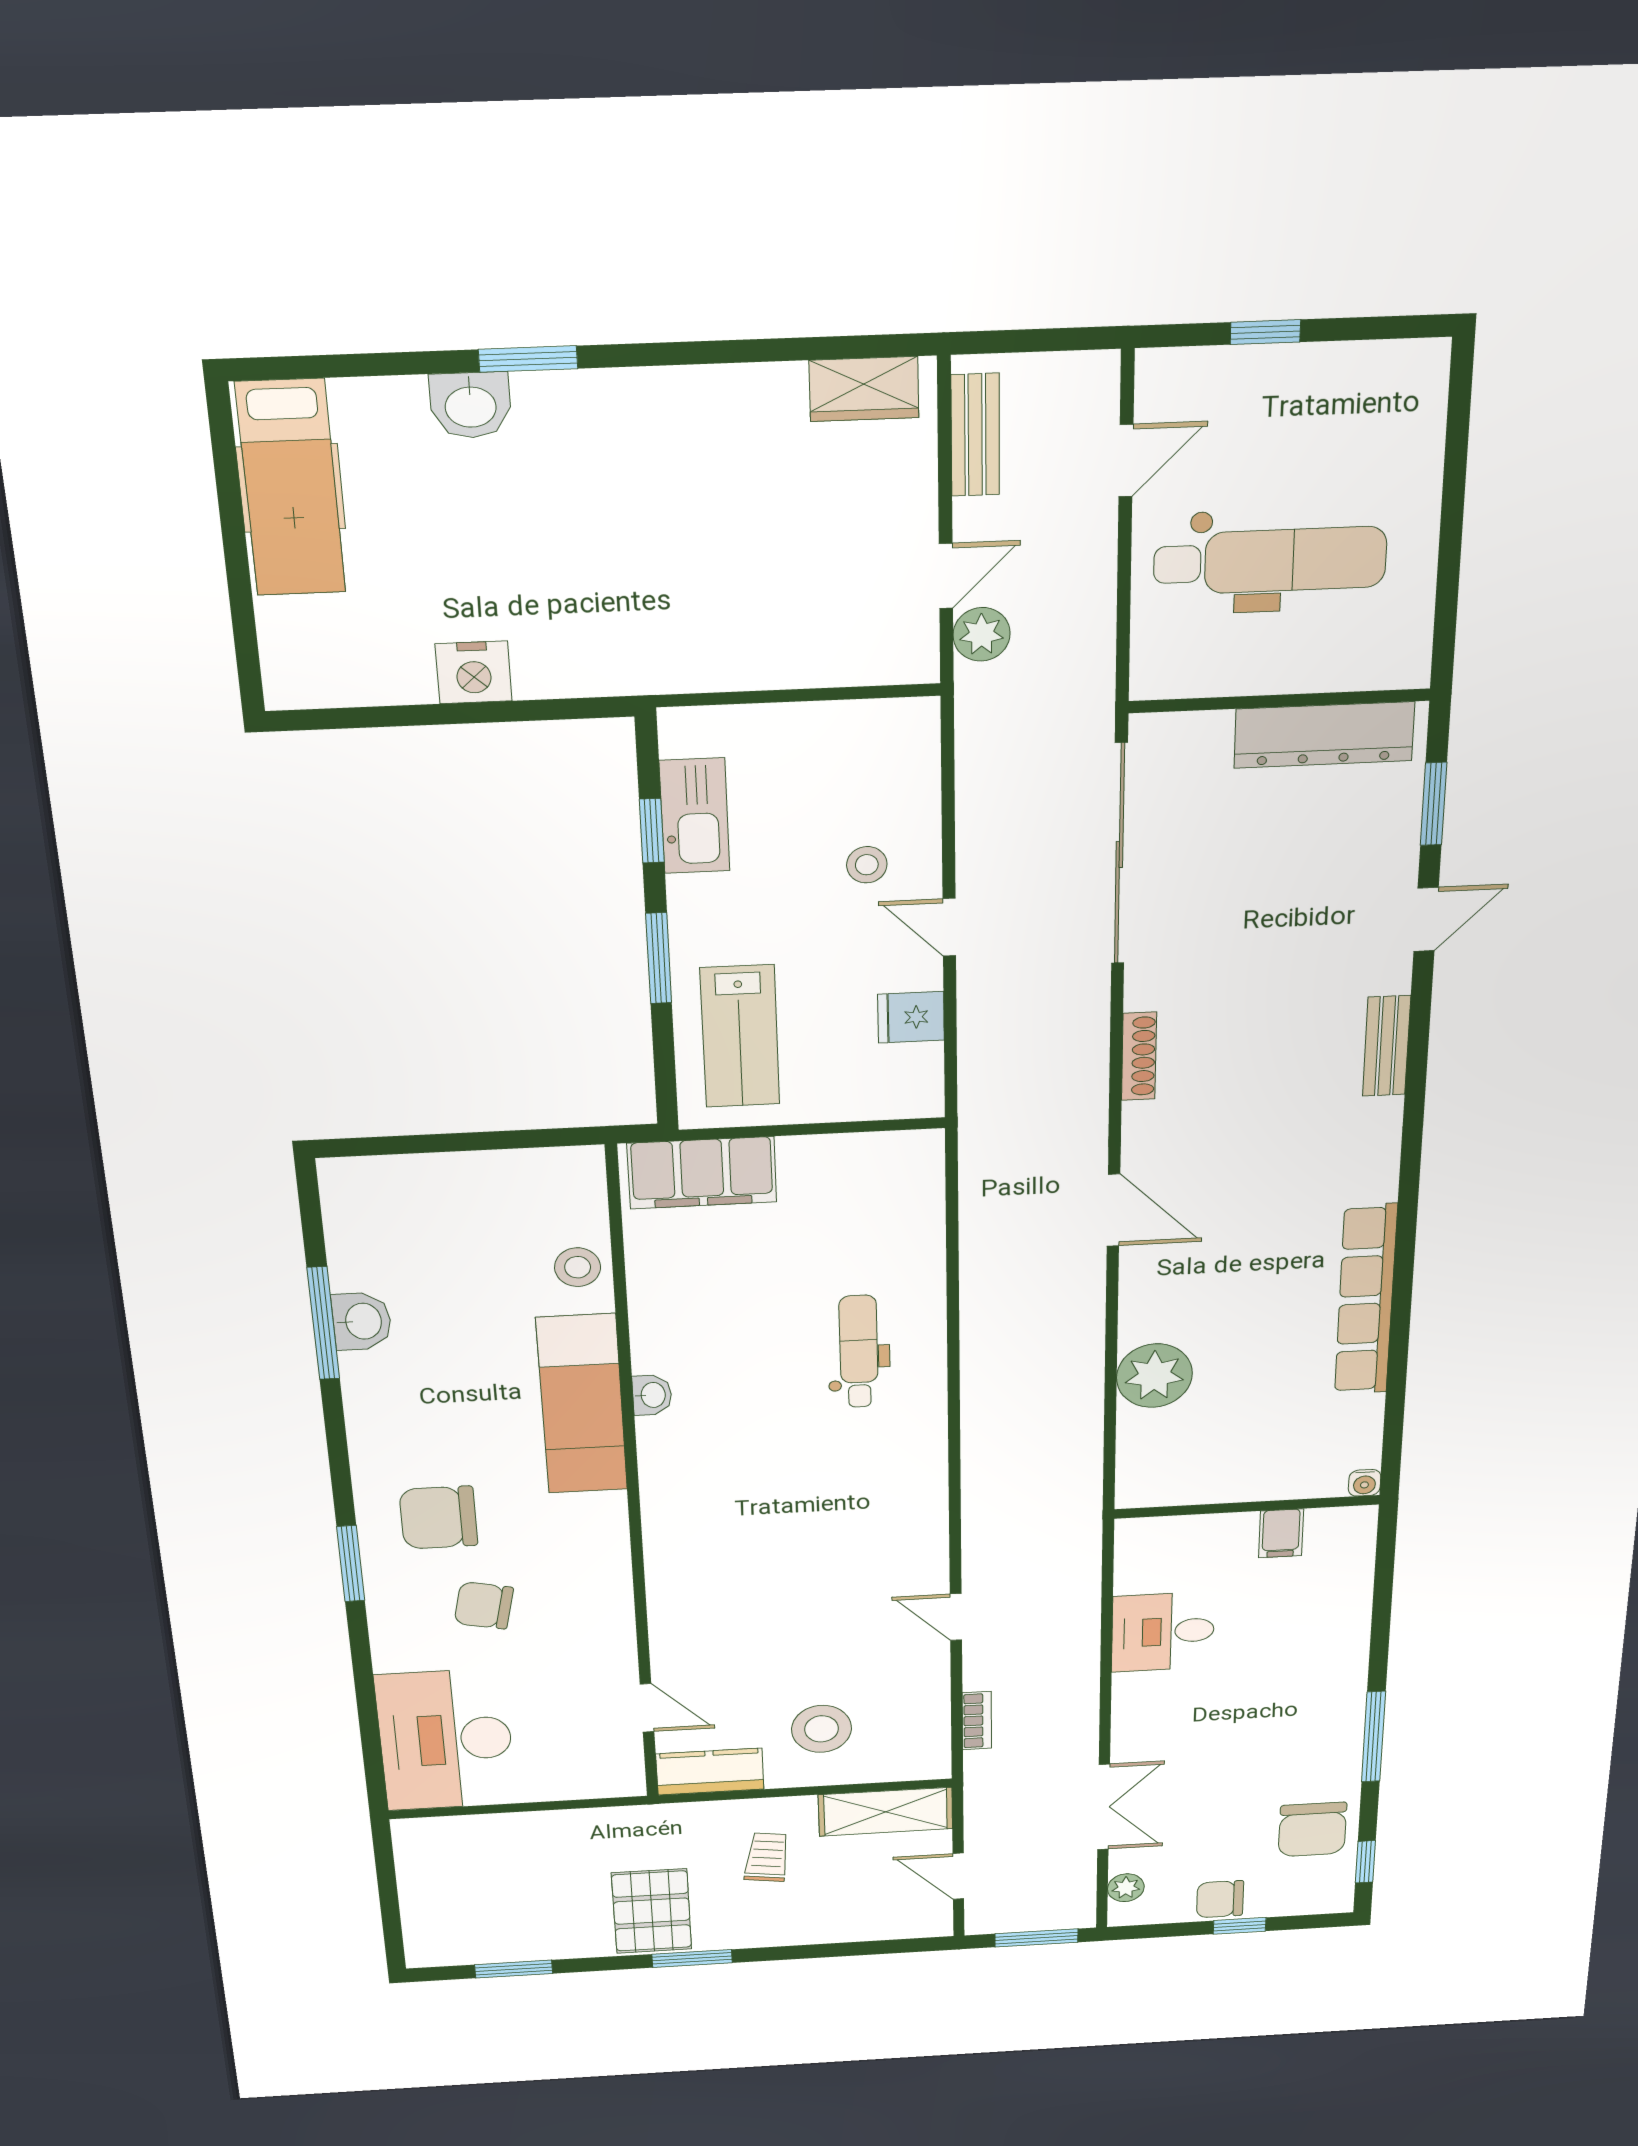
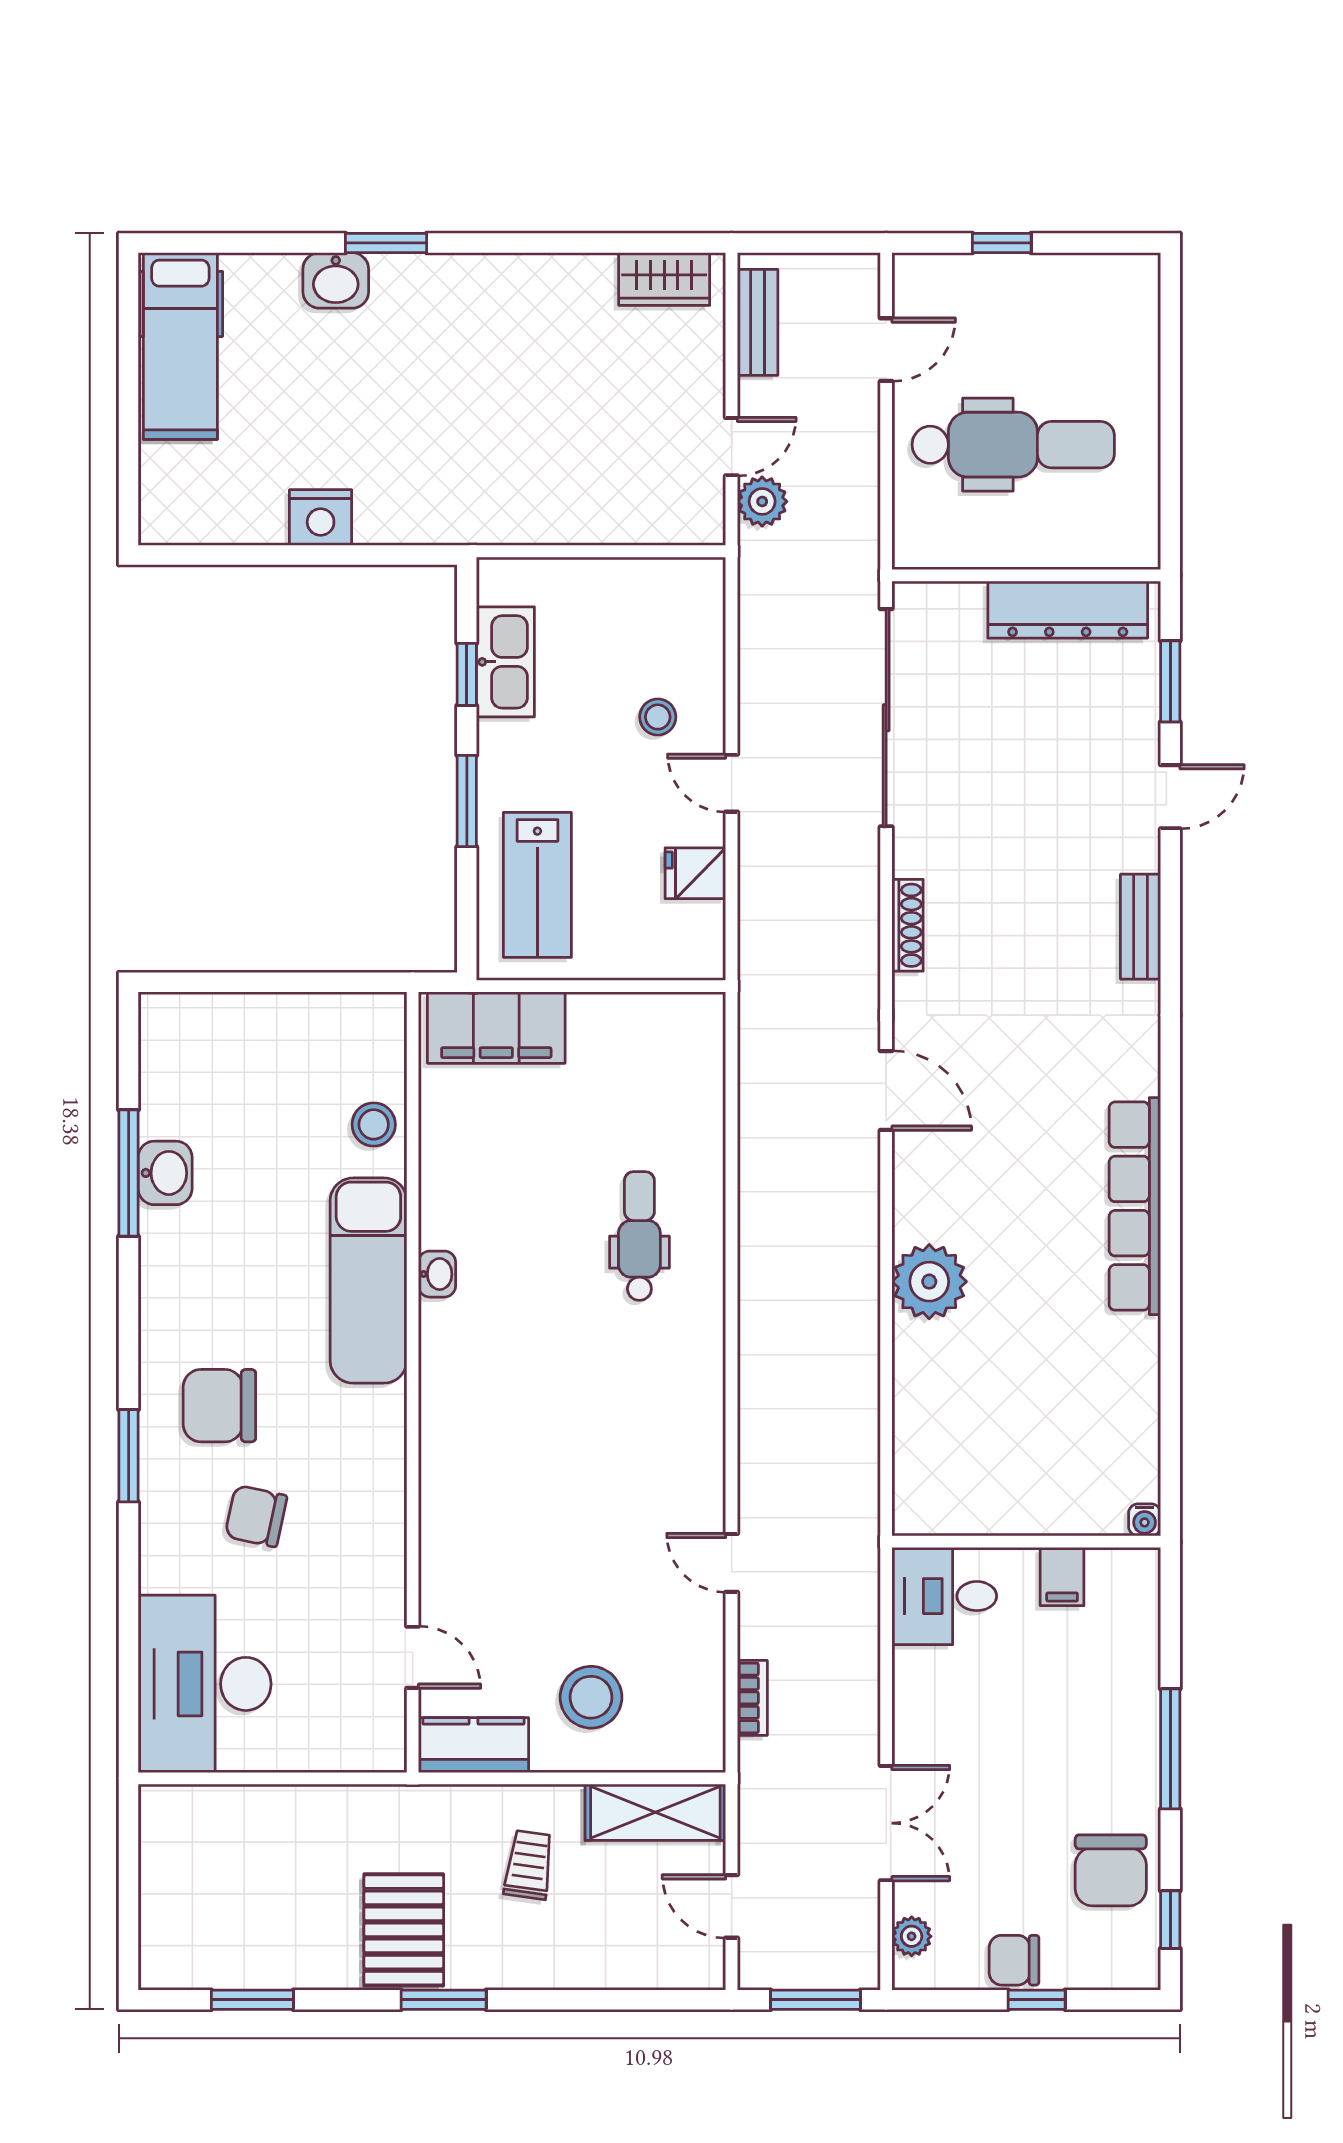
water cooler: (1365, 1483) -> (1145, 1520), moved
wall: (1247, 1507) -> (1026, 1542), moved
filing cabinet: (1281, 1533) -> (1062, 1577), moved

